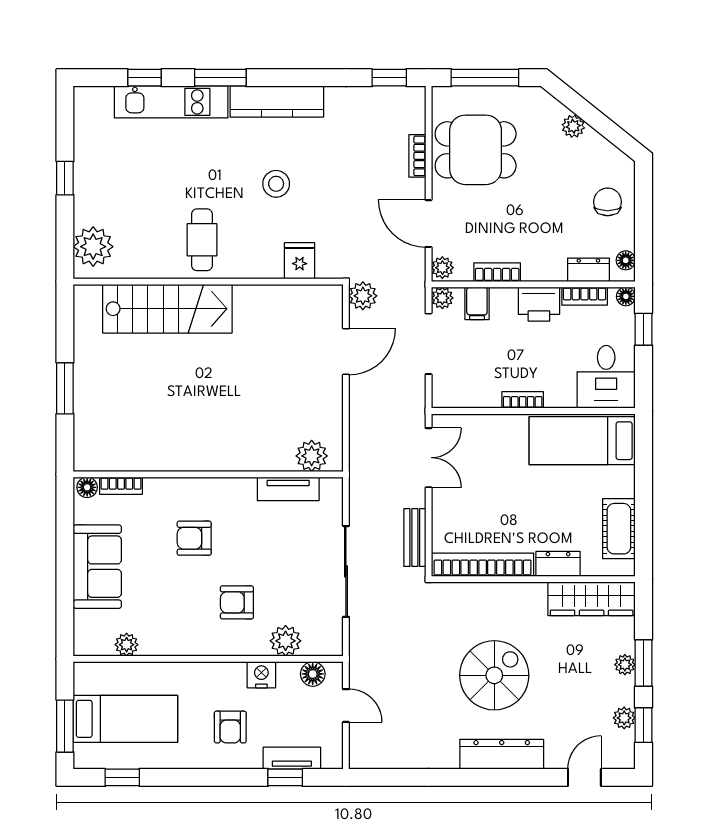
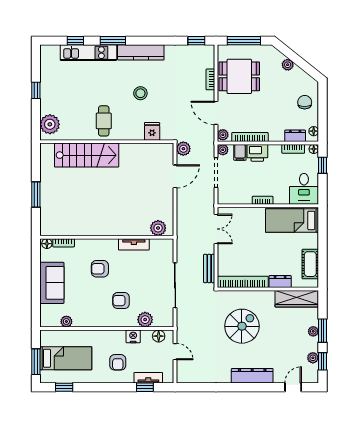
bookcase: (497, 272) -> (250, 137), width x1.56
printer: (539, 304) -> (257, 153), moved
tv unit: (288, 489) -> (134, 244), moved
spiral stairs: (494, 675) -> (242, 326), moved

